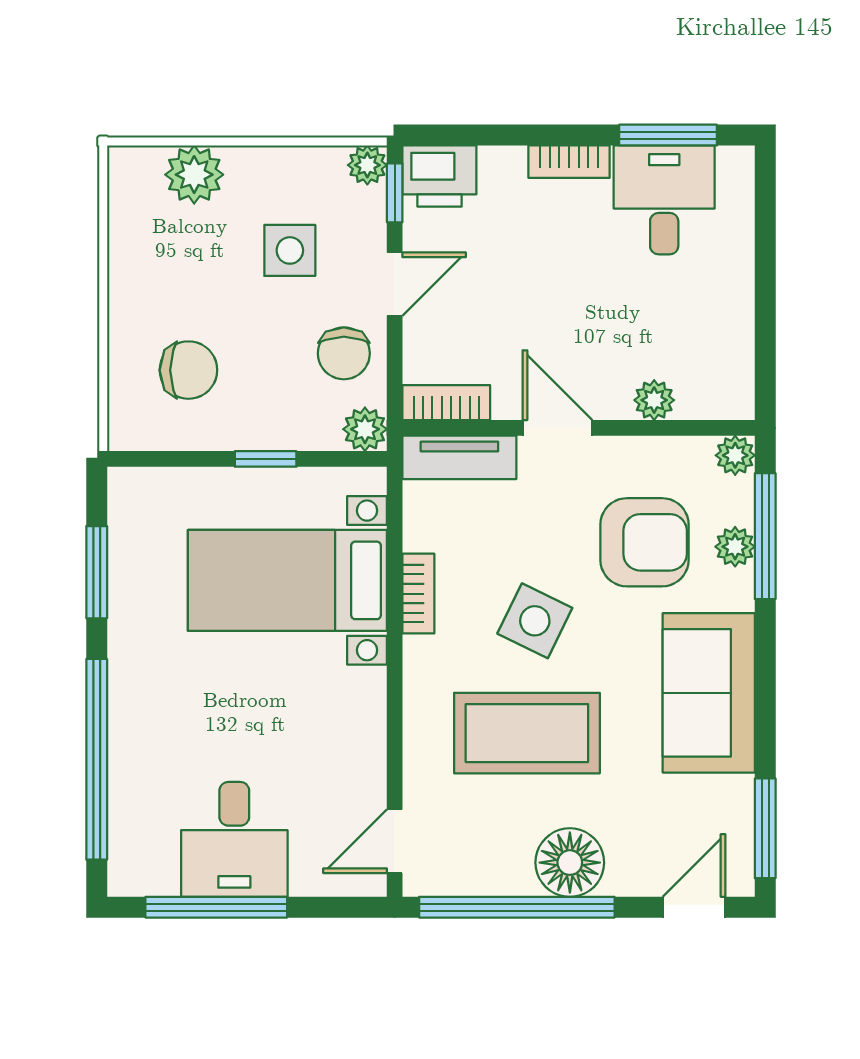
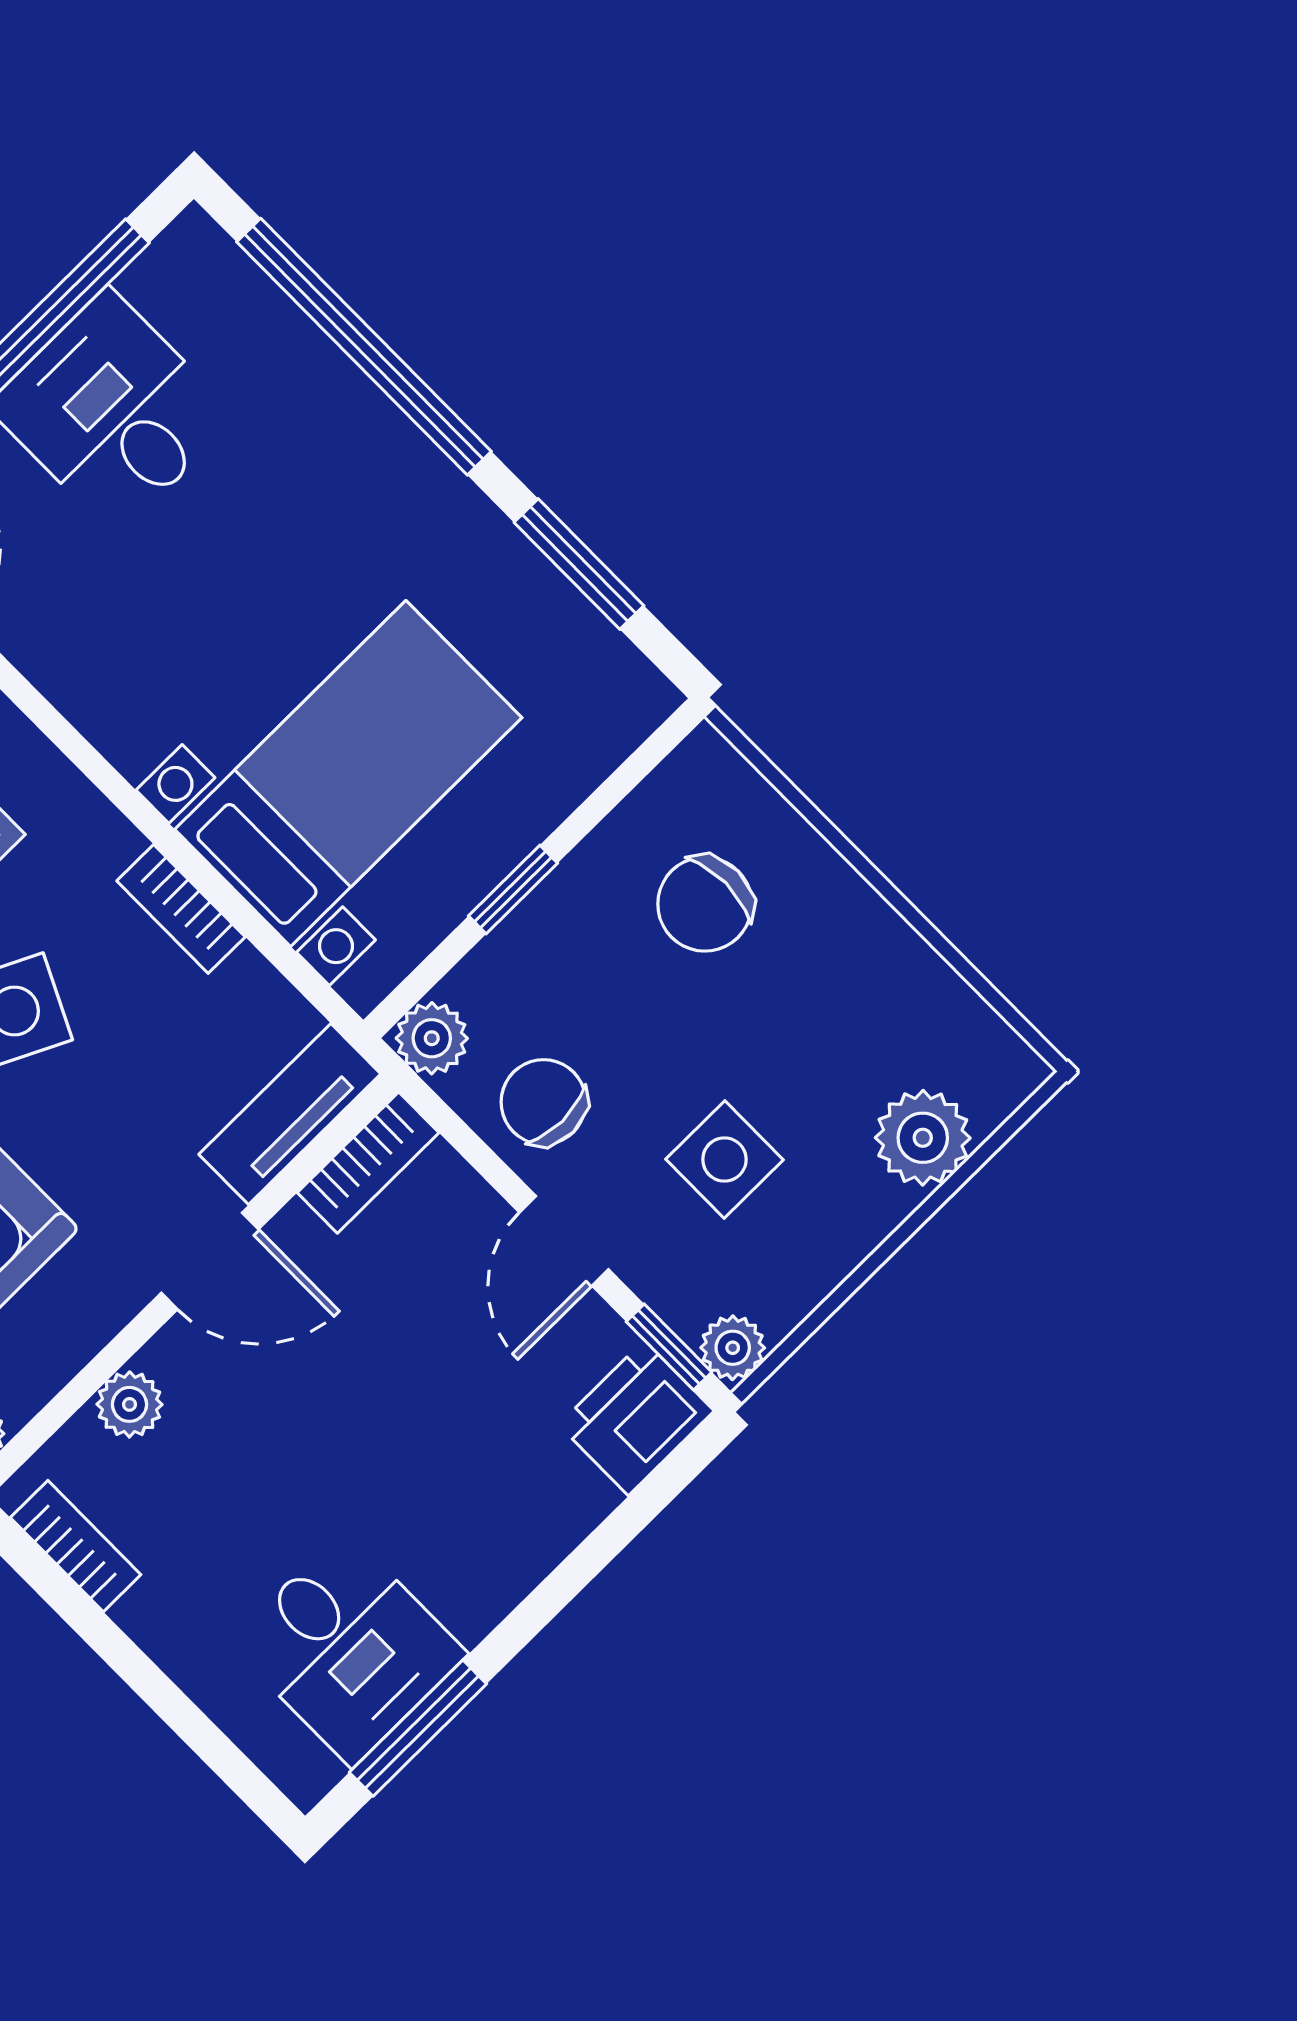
bookcase: (569, 162) -> (76, 1546), moved, turned 90

